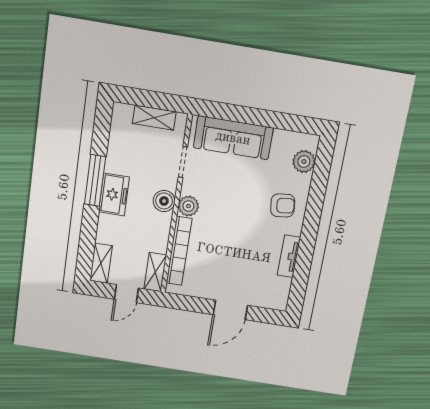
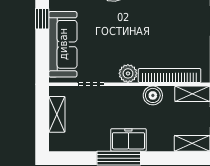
window: (267, 118) -> (42, 19), added
boiler: (164, 201) -> (153, 95), moved

